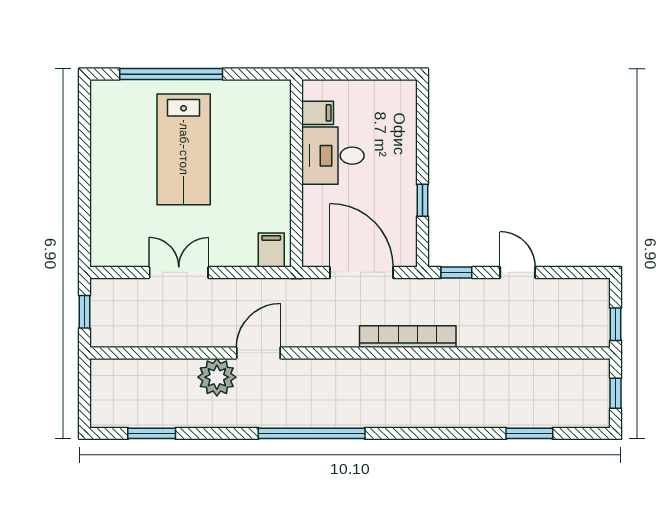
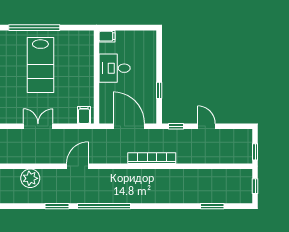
filing cabinet: (318, 113) -> (107, 36), moved
plant: (217, 377) -> (30, 178), moved
window: (152, 433) -> (57, 206), moved

